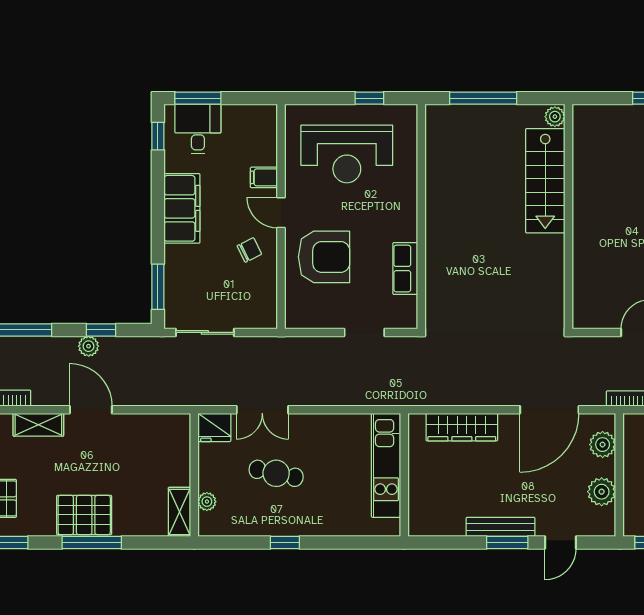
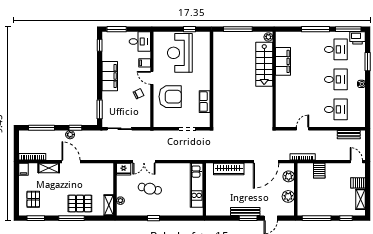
desk: (198, 129) -> (140, 41), moved, turned 90
reception desk: (347, 154) -> (180, 53), turned 90
filing cabinet: (589, 174) -> (283, 61), added
pallet: (84, 515) -> (80, 203), moved

